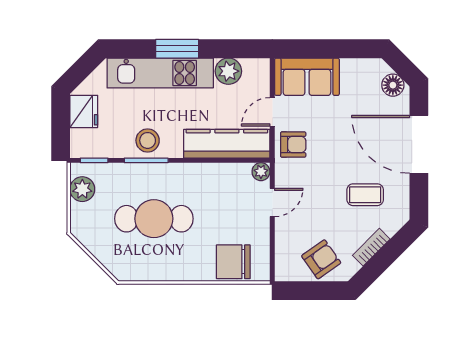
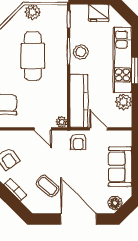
sofa: (307, 77) -> (120, 167), moved
door: (419, 144) -> (78, 219), hinge flipped
plant: (82, 189) -> (33, 12), moved
coffee table: (365, 195) -> (47, 186), turned -49

